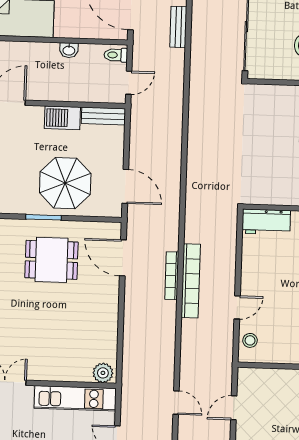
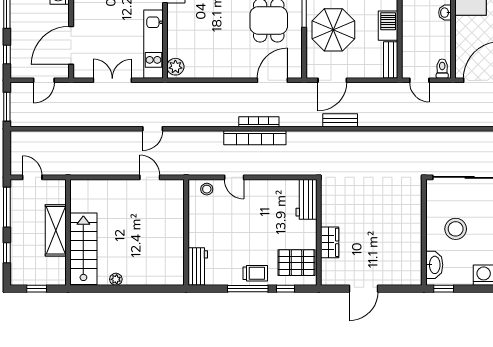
bench: (178, 27) -> (340, 120), moved
washbasin: (69, 50) -> (445, 13), moved

